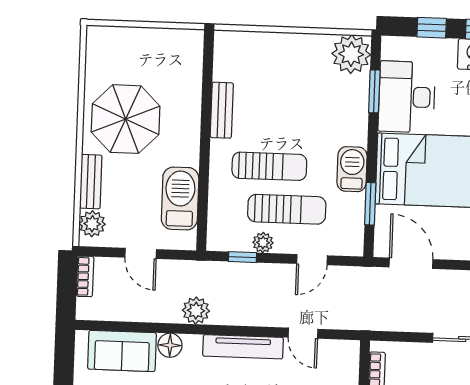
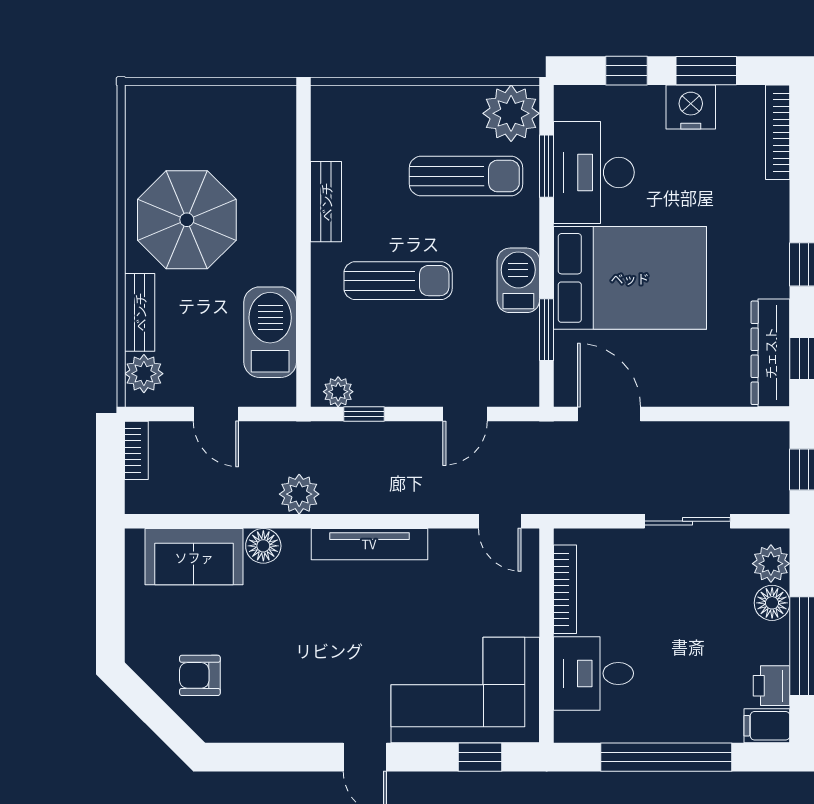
sun lounger: (287, 209) -> (466, 176), moved
plant: (263, 243) -> (338, 392), moved
door: (303, 333) -> (500, 521), moved

